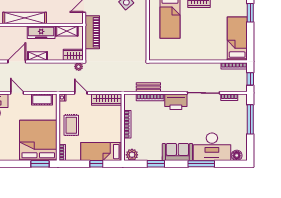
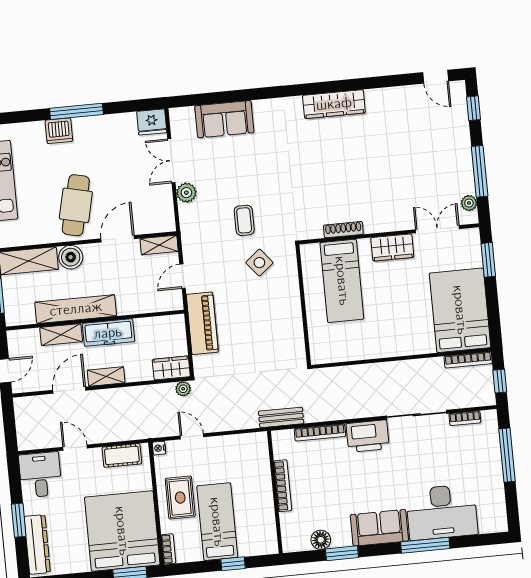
shelving: (67, 31) -> (61, 335), moved
bed: (237, 39) -> (460, 310), width x1.50
bench: (148, 87) -> (281, 417), moved
wardrobe: (107, 100) -> (241, 444), removed
bed: (101, 152) -> (217, 522), moved, turned 90
plant: (132, 155) -> (297, 541), removed
floor lamp: (237, 155) -> (321, 540), moved

